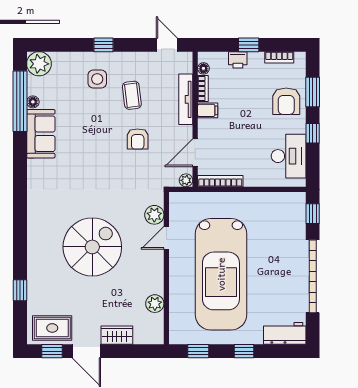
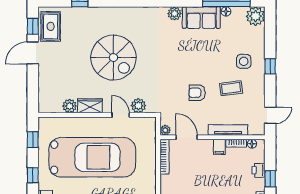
plant: (36, 168) -> (175, 14), added
car: (221, 274) -> (92, 157), turned 180
wardrobe: (117, 335) -> (90, 106), moved, turned -90

